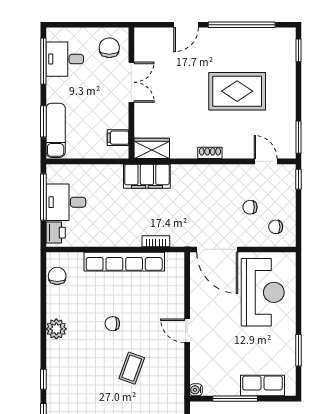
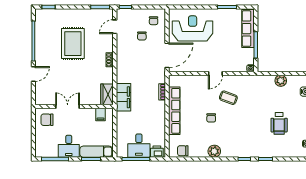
door: (186, 25) -> (33, 74), hinge flipped
desk: (65, 59) -> (69, 146), moved
coffee table: (132, 368) -> (228, 98), moved
row of seats: (263, 385) -> (248, 29), width x1.48

